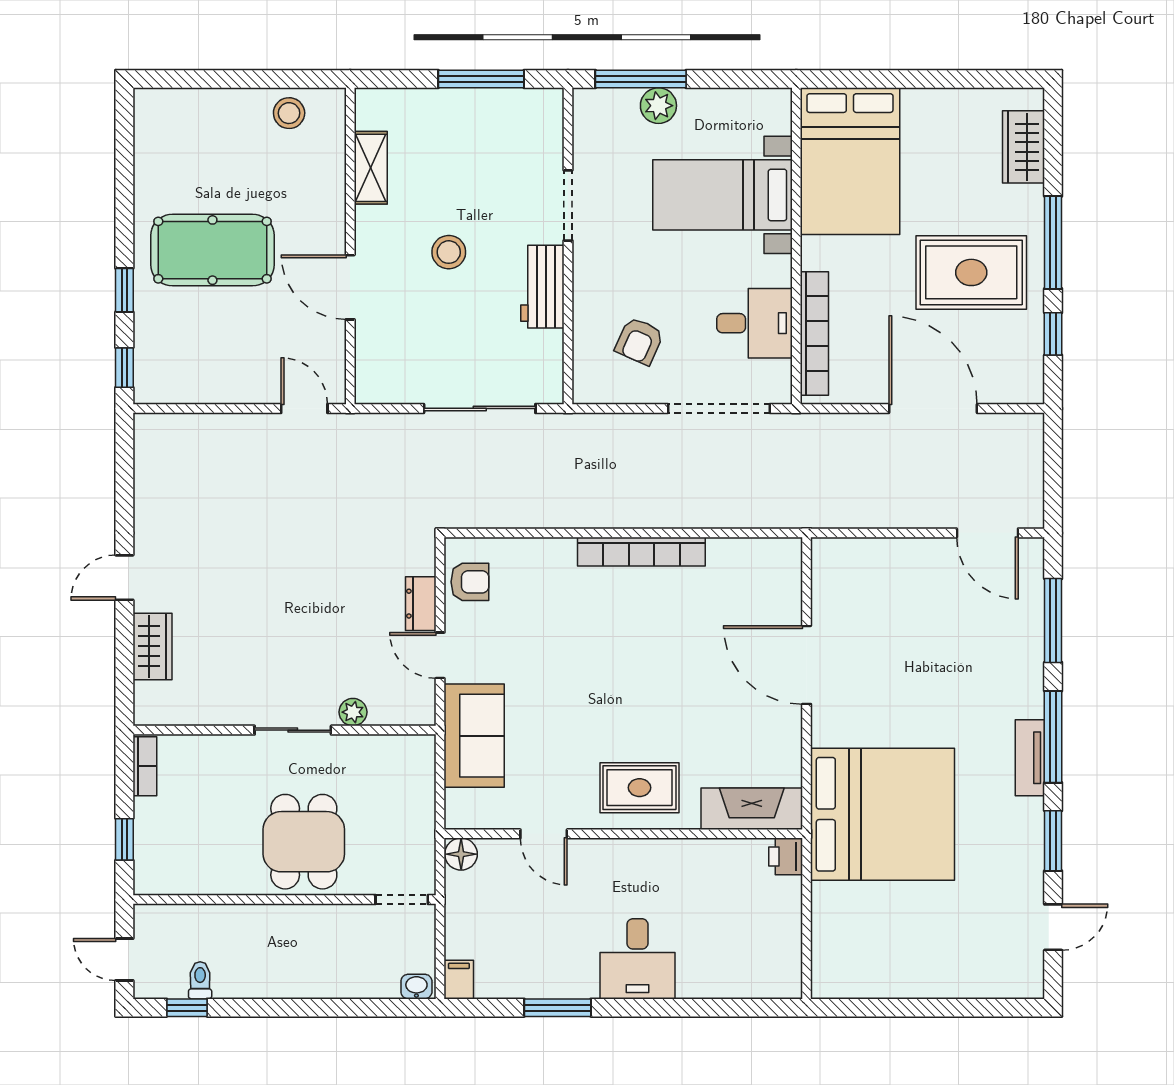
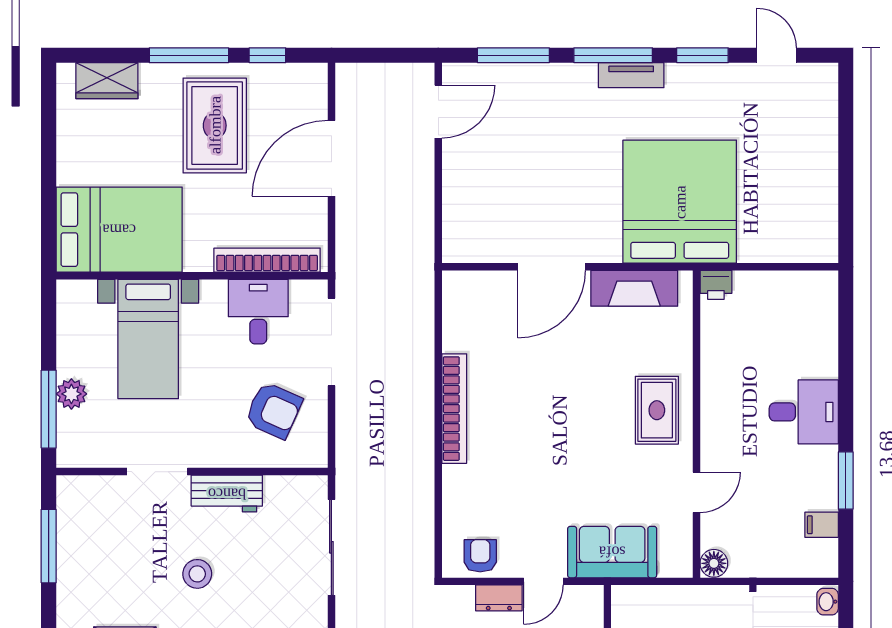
armchair: (639, 341) -> (274, 410), width x1.38, depth x1.38
fireplace: (752, 809) -> (634, 288), moved, turned -90
filing cabinet: (459, 980) -> (822, 525), moved

